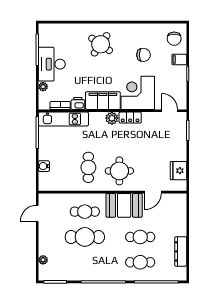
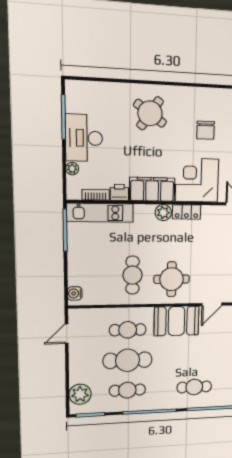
chair: (143, 55) -> (206, 130), turned 90
water cooler: (44, 166) -> (75, 293), moved
cafe table: (140, 237) -> (127, 390), moved
plant: (43, 260) -> (80, 394), width x1.88, depth x1.88

